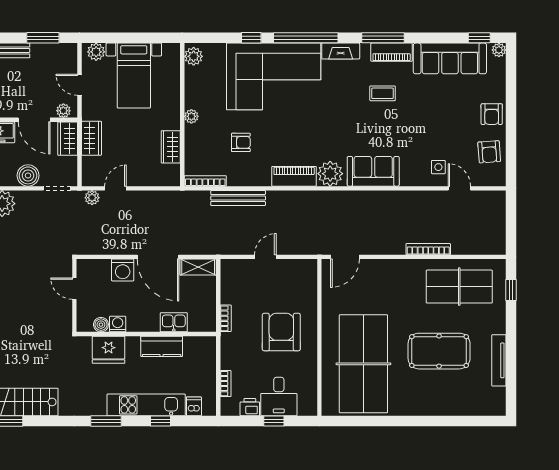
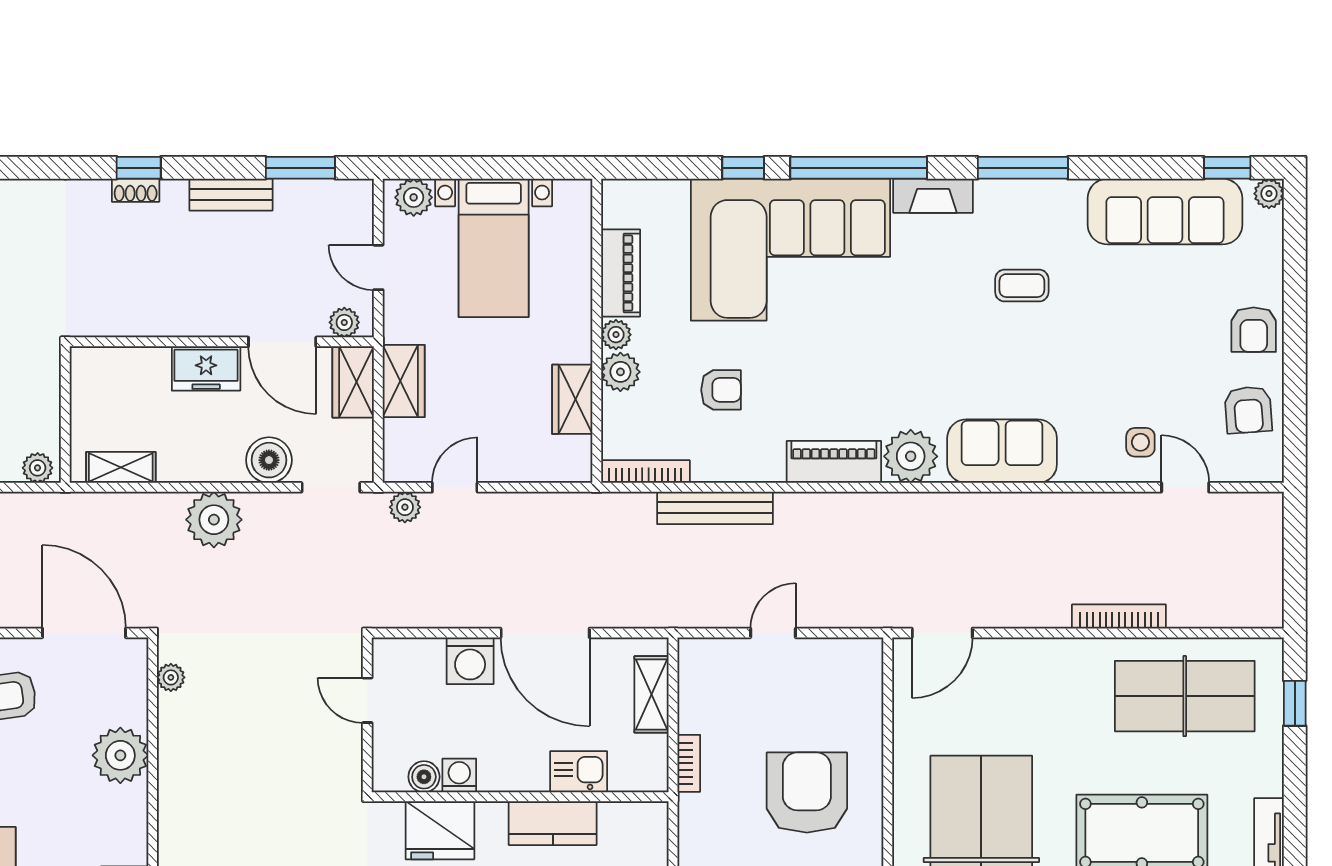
piano: (392, 52) -> (621, 273), moved, turned -90
plant: (194, 56) -> (620, 372), moved
shelving: (198, 267) -> (652, 694), moved, turned 90

